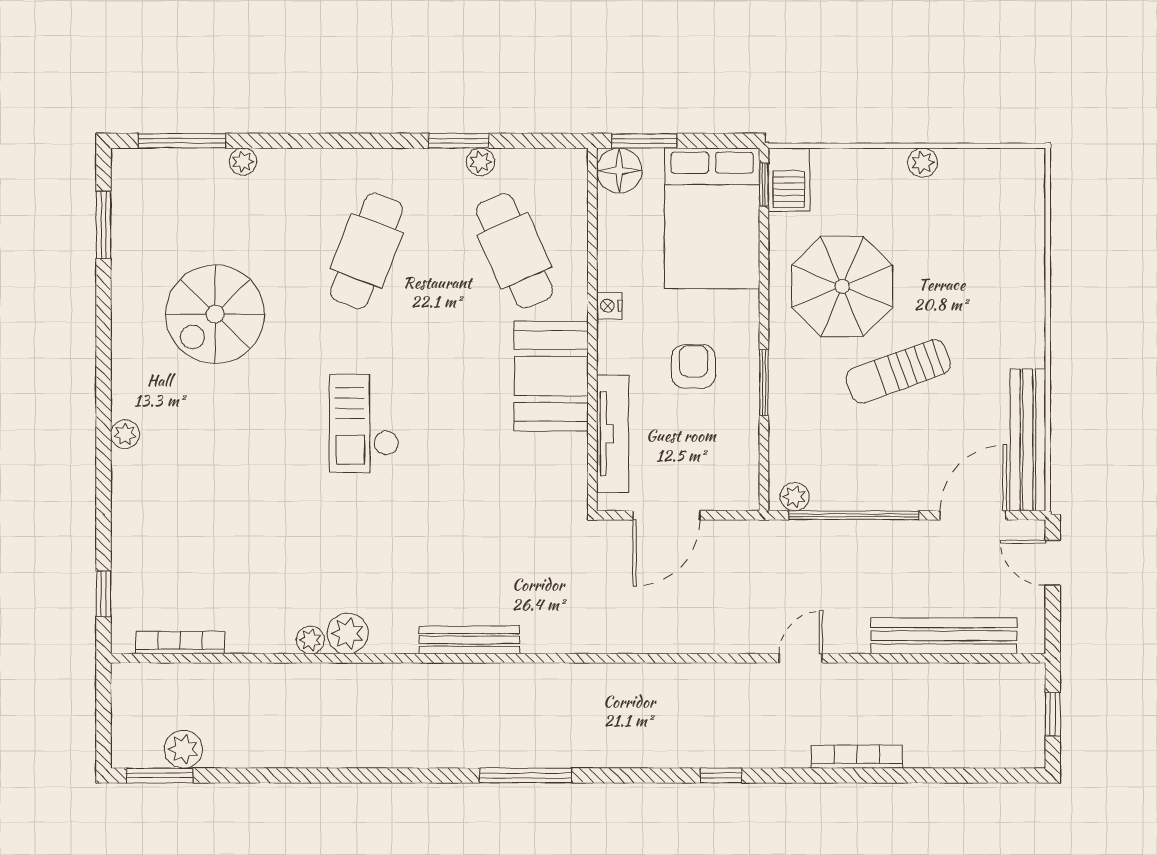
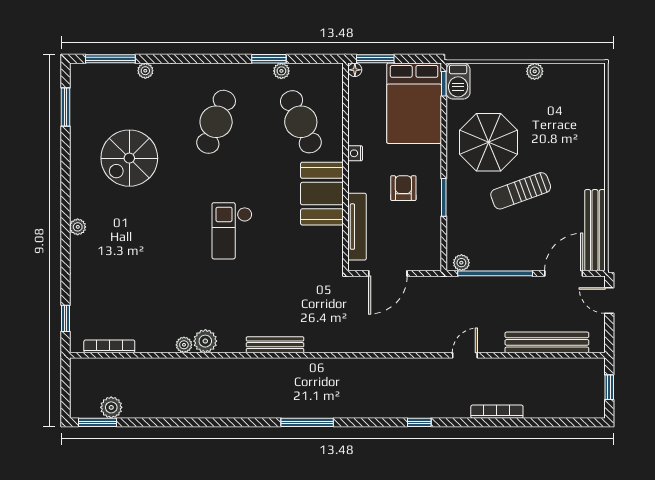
floor lamp: (619, 171) -> (355, 70), width x0.53, depth x0.53
checkout: (364, 423) -> (232, 231), moved

